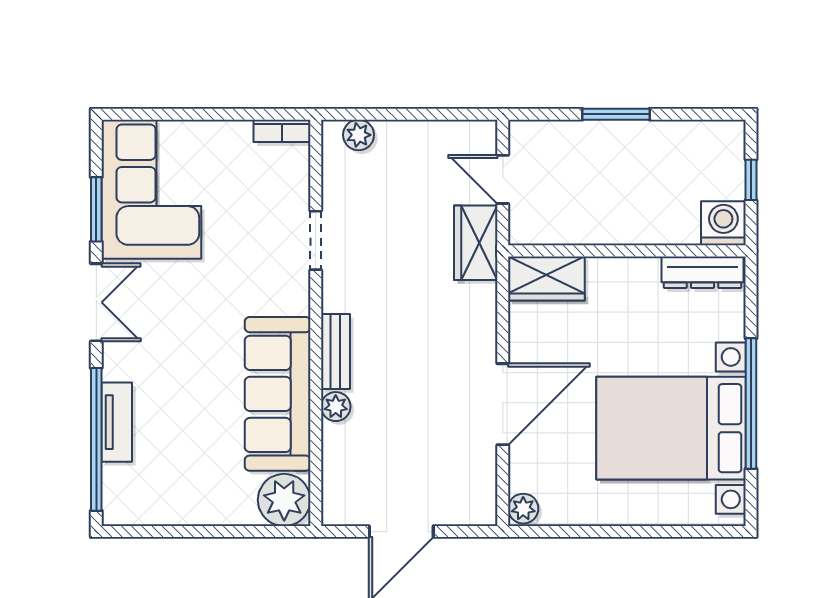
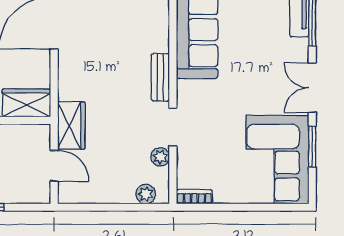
bench: (335, 352) -> (160, 77), moved
plant: (336, 407) -> (160, 157), moved

